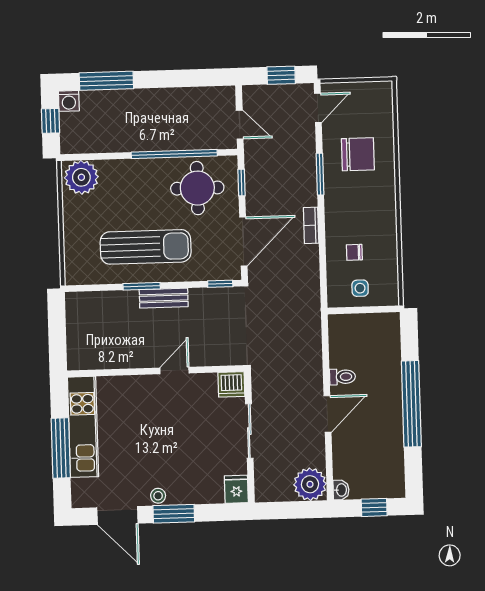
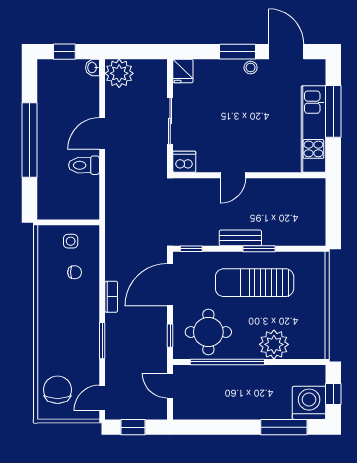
washing machine: (69, 101) -> (309, 403), width x1.89, depth x1.89
chair: (358, 154) -> (58, 390), moved, turned 90
plant: (81, 177) -> (274, 344), moved
toilet: (342, 377) -> (84, 165), width x1.37, depth x1.39

